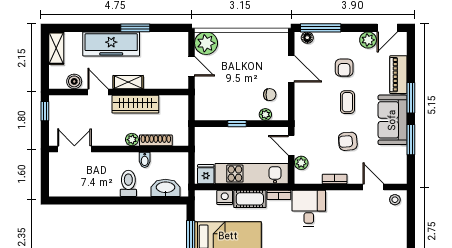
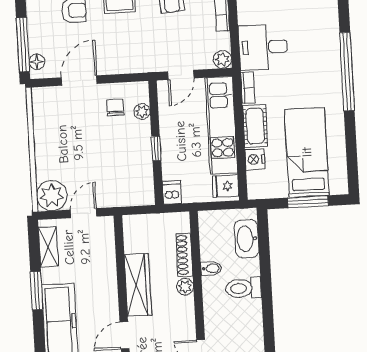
shelving: (128, 82) -> (48, 247), moved
dishwasher: (203, 134) -> (172, 192), added
plant: (301, 163) -> (222, 59), moved

